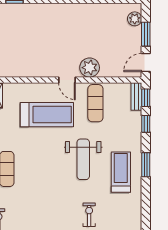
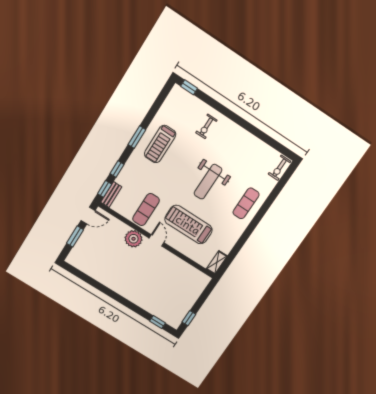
plant: (135, 19) -> (77, 253), removed
weight bench: (83, 159) -> (208, 182), moved, turned 180

